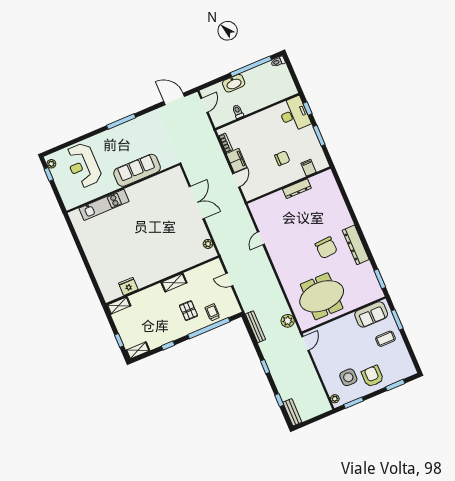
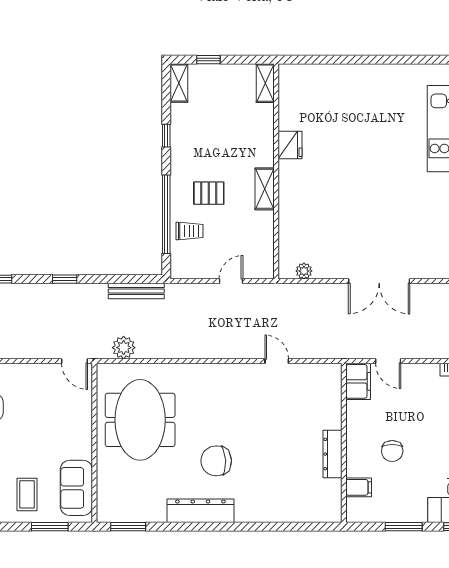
filing cabinet: (237, 160) -> (358, 381), moved, turned -90
fridge: (128, 286) -> (290, 145), moved

